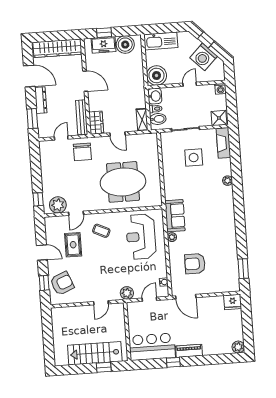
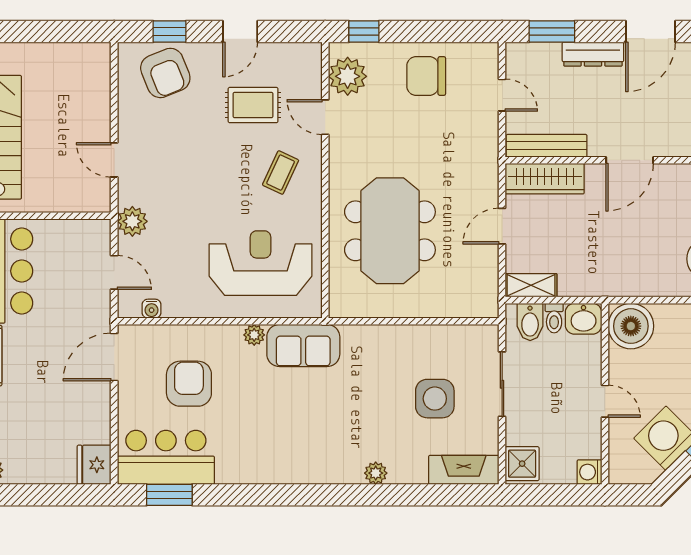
wardrobe: (96, 123) -> (545, 179), width x1.50
chair: (82, 152) -> (426, 76), moved
bar counter: (227, 271) -> (166, 457), added

